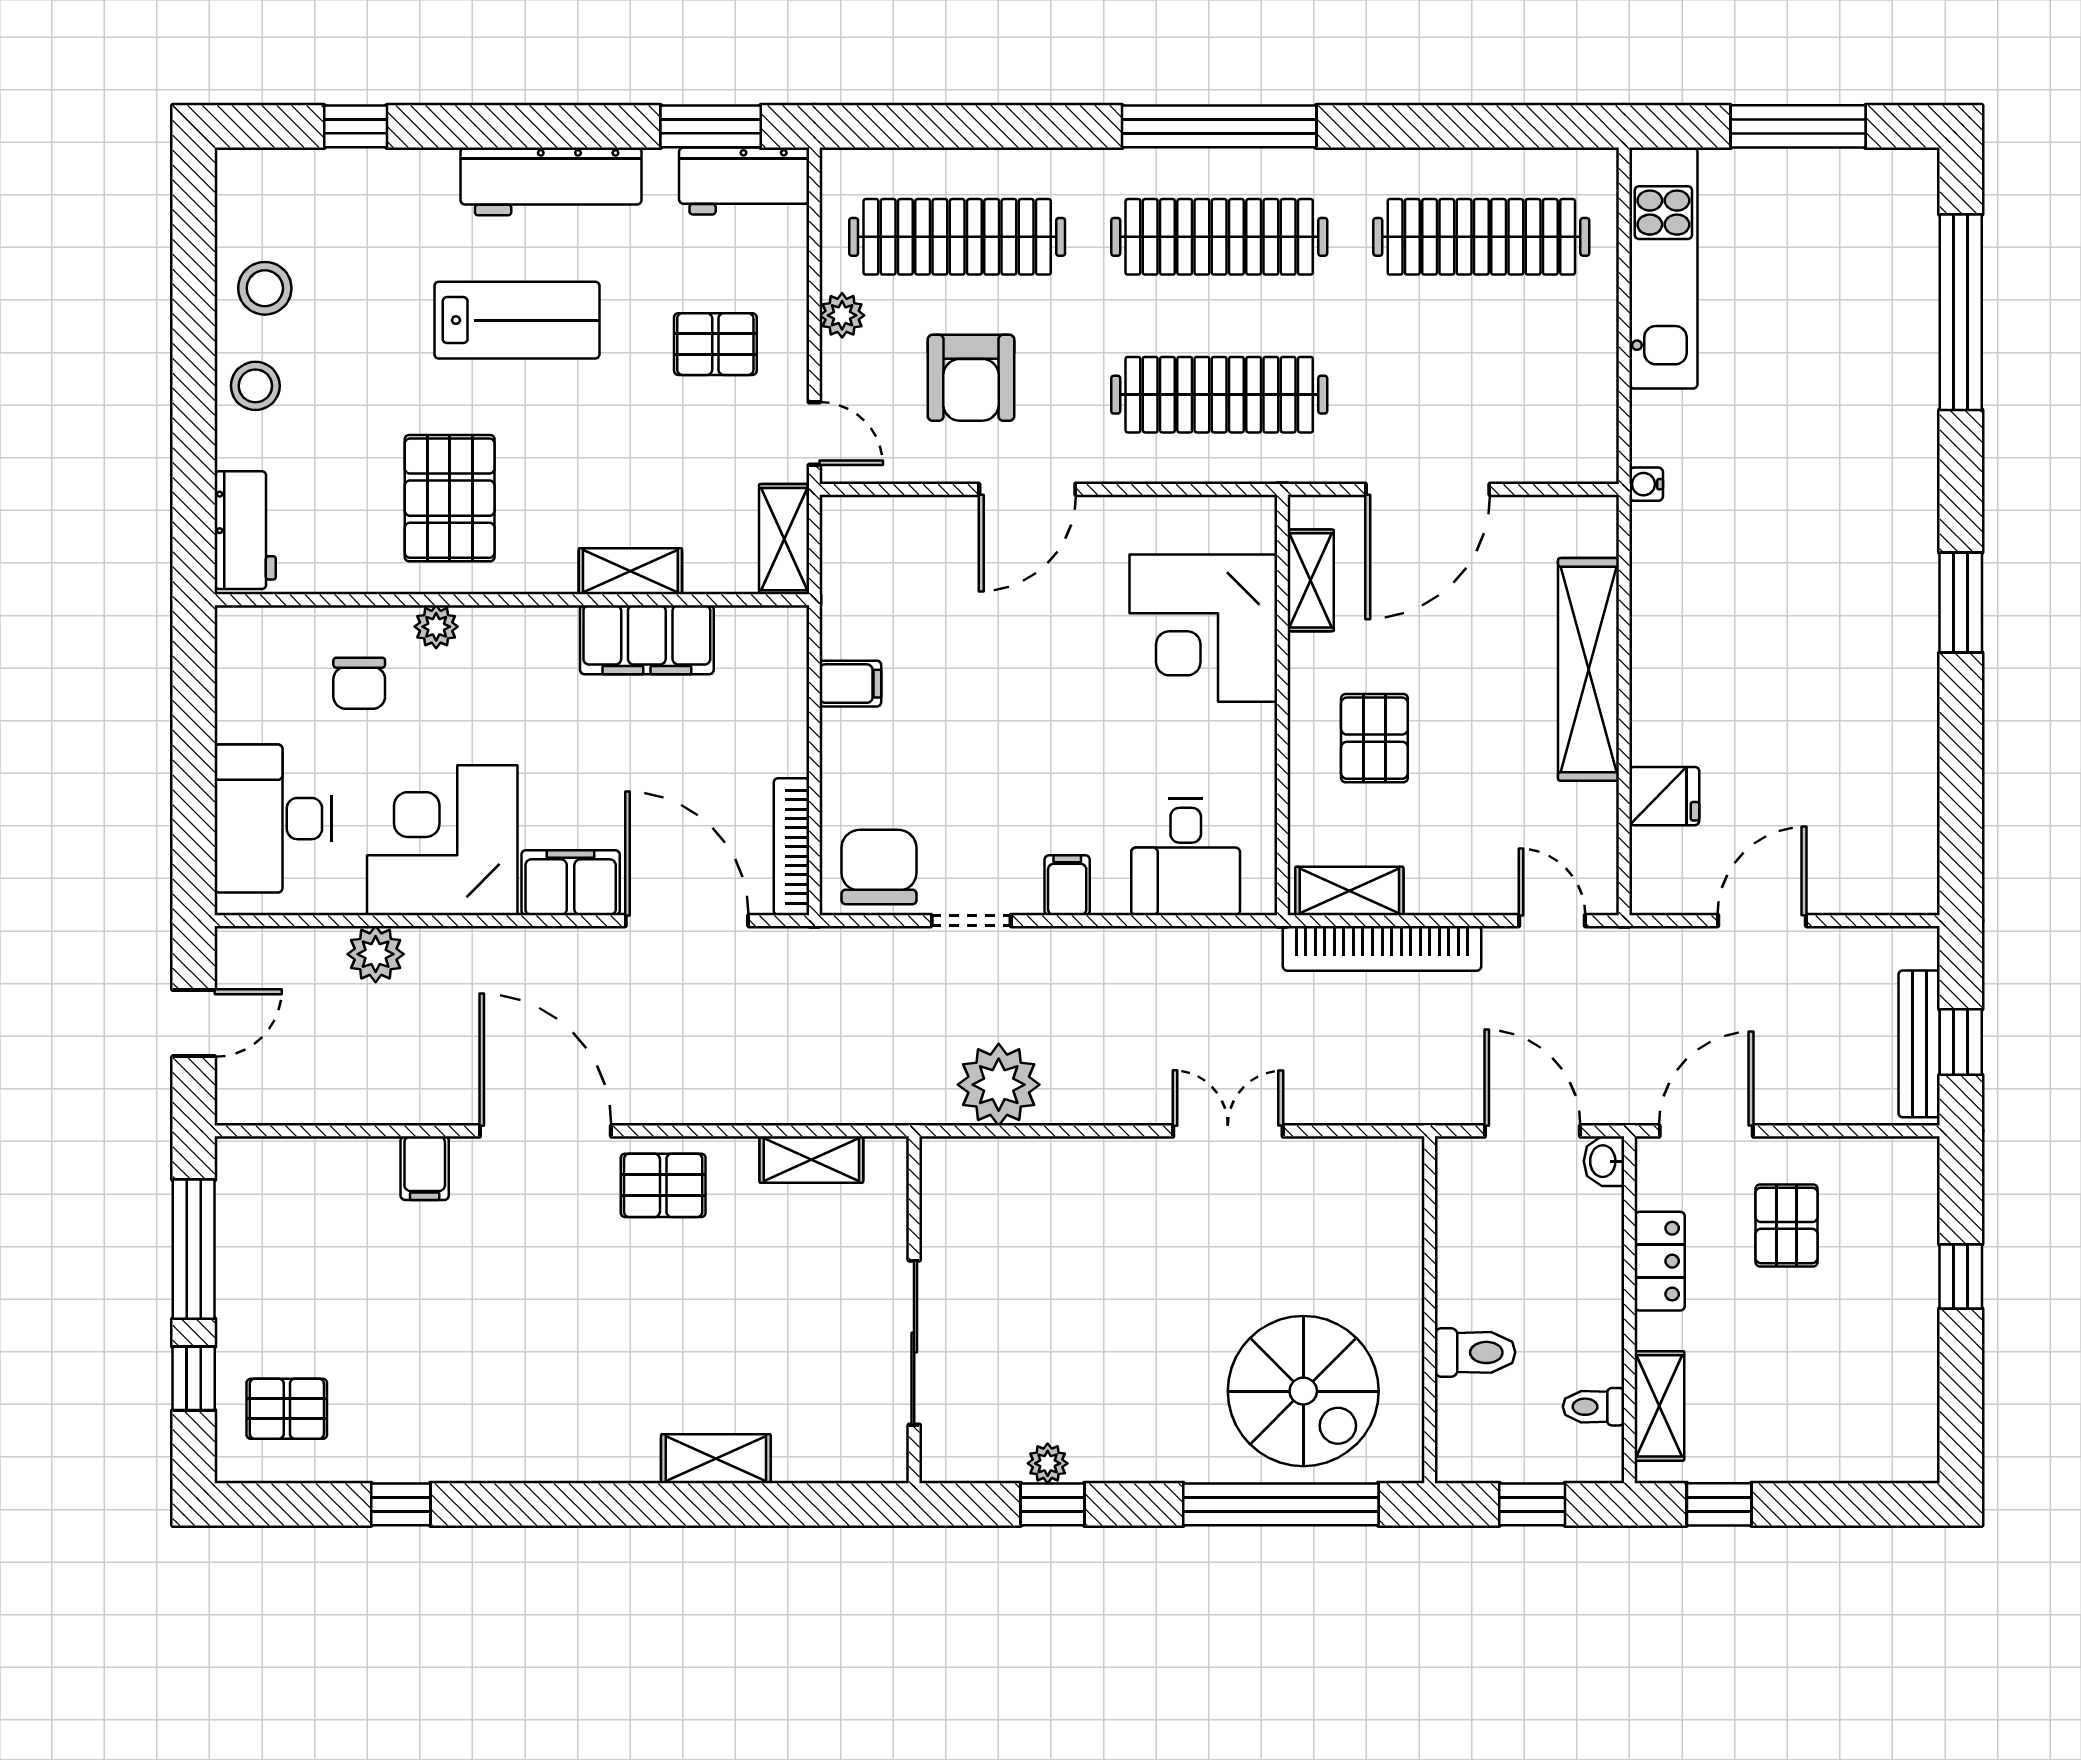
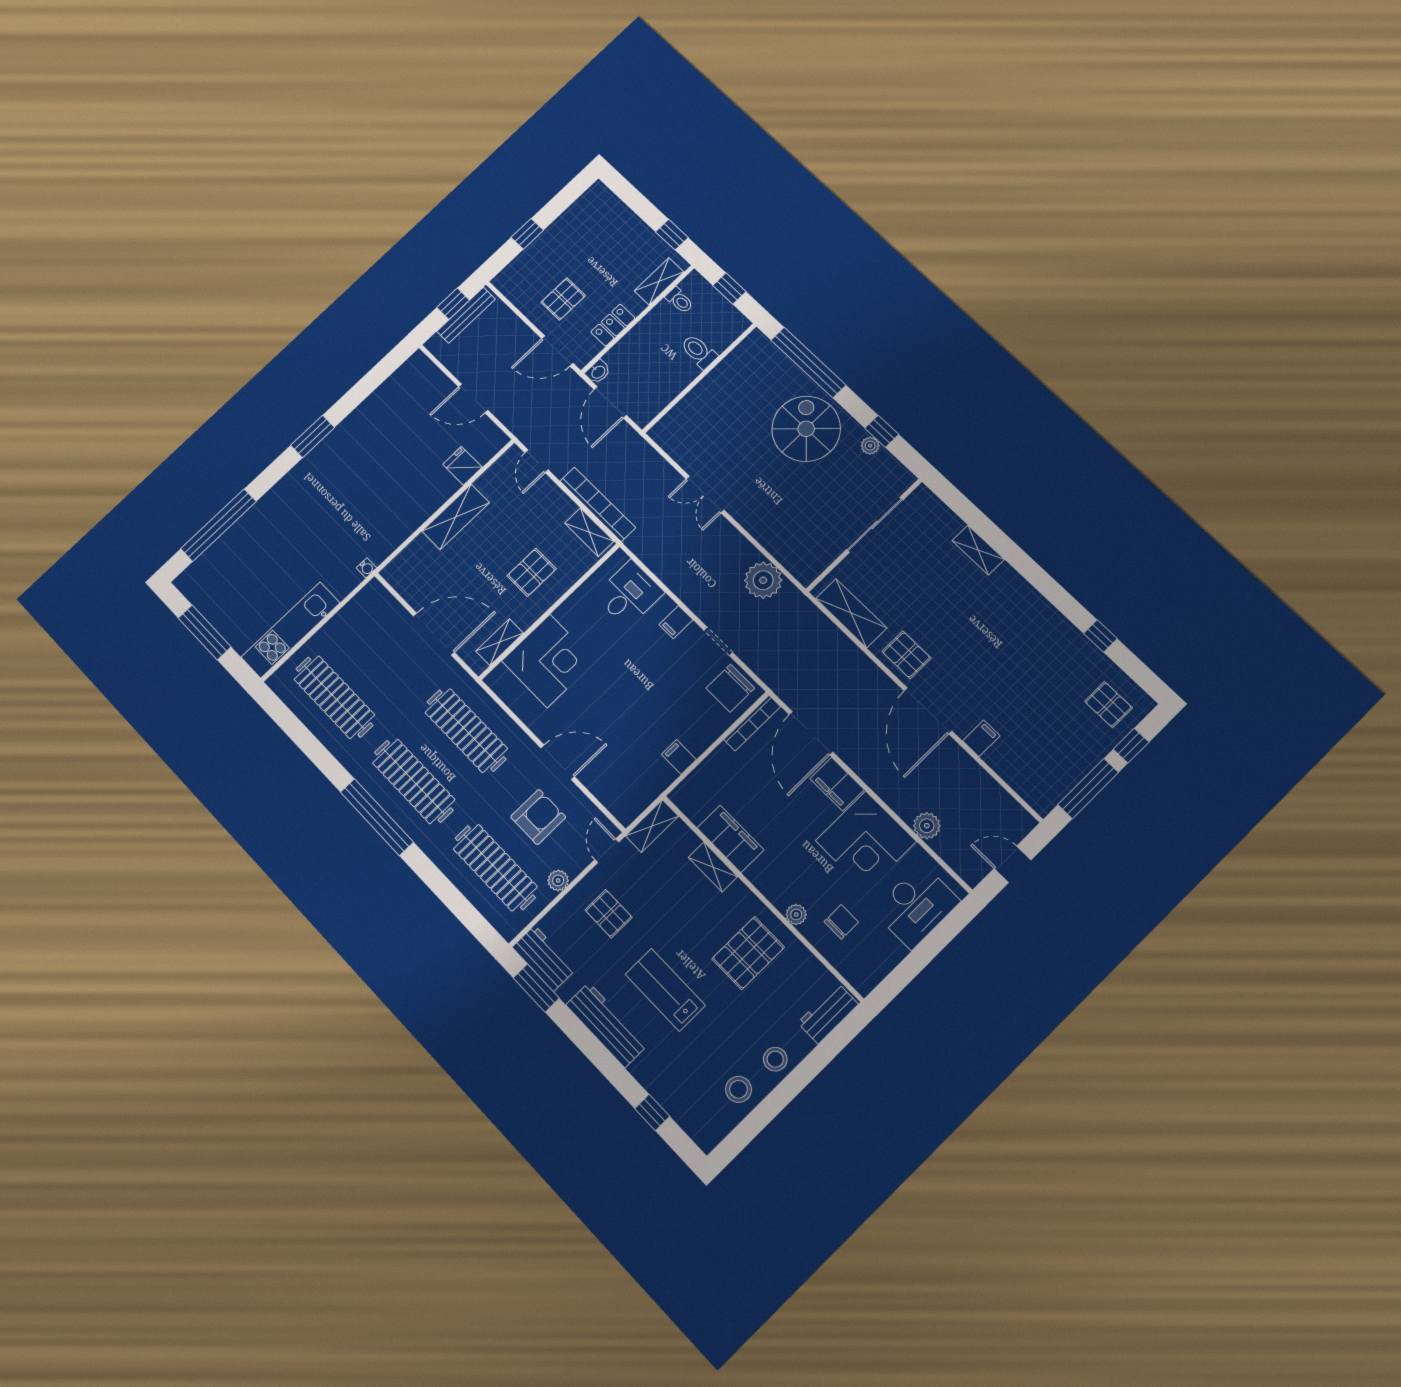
shelving: (1589, 669) -> (456, 517), width x0.68
shelving: (811, 1159) -> (851, 613), width x1.50, depth x1.33
spiral stairs: (1303, 1391) -> (806, 429), moved

